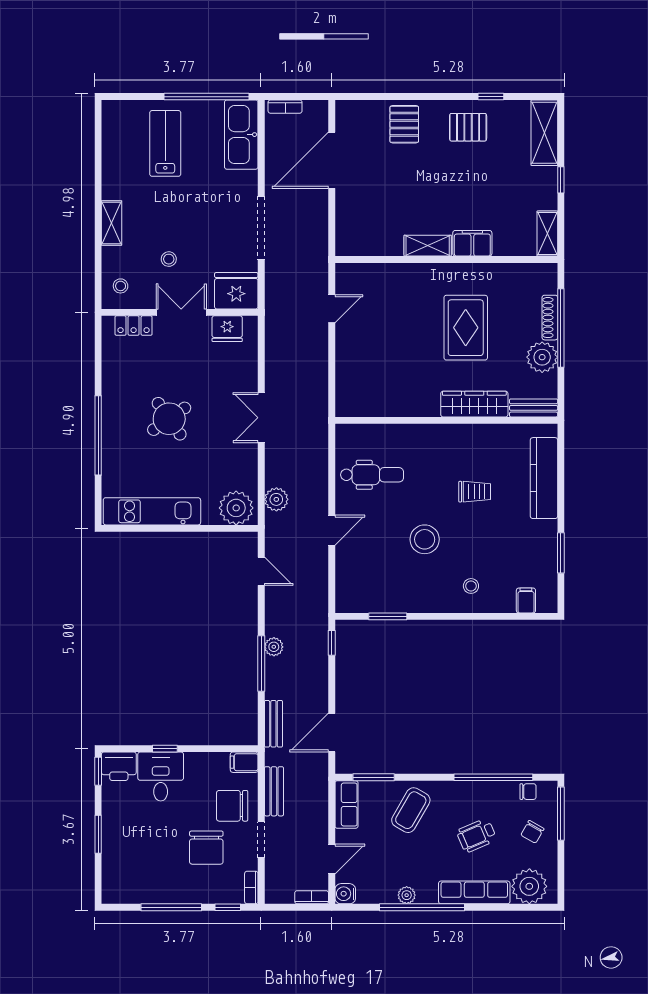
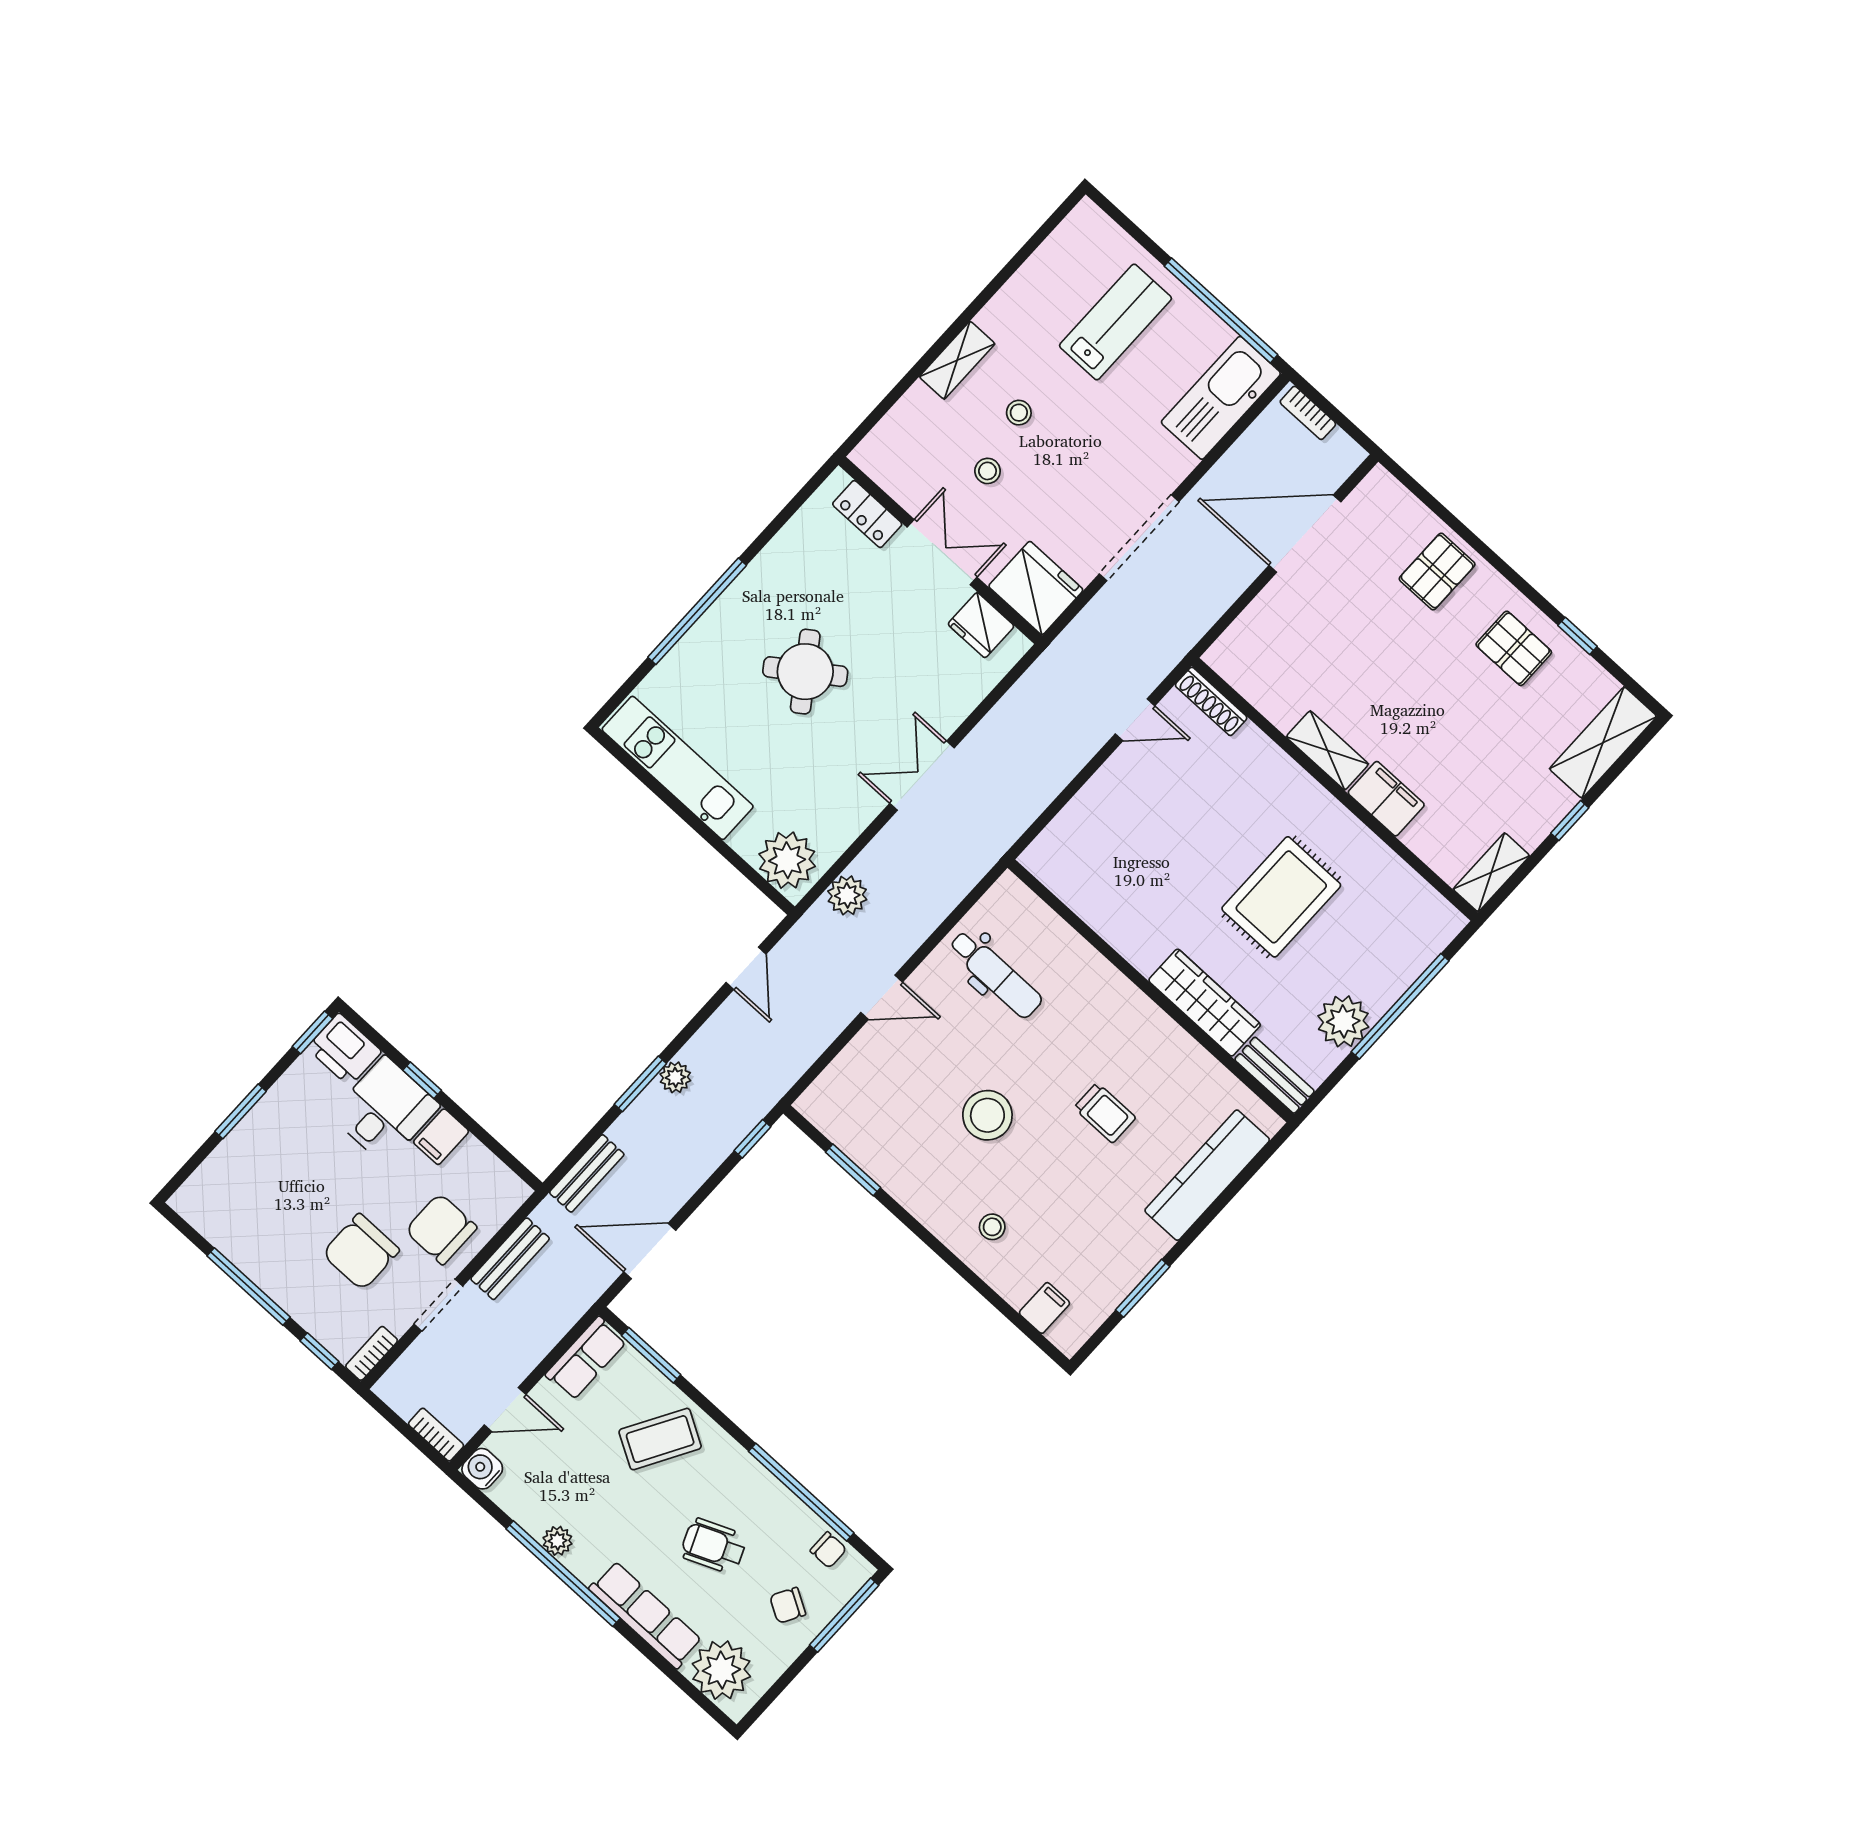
stool: (121, 286) -> (1019, 413), moved
shoe rack: (550, 318) -> (1211, 701), moved, turned -90
window: (261, 664) -> (640, 1084), width x0.69
filing cabinet: (244, 762) -> (441, 1137), moved, turned -90

